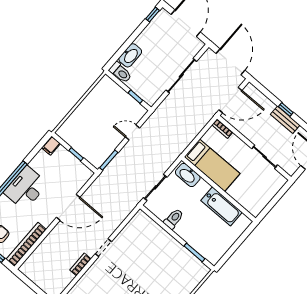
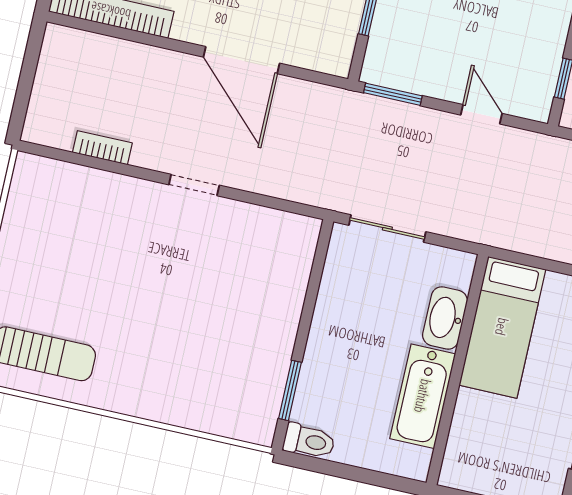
washbasin: (188, 175) -> (445, 318), moved
toilet: (174, 219) -> (309, 441), moved
bookcase: (80, 264) -> (102, 148), moved

